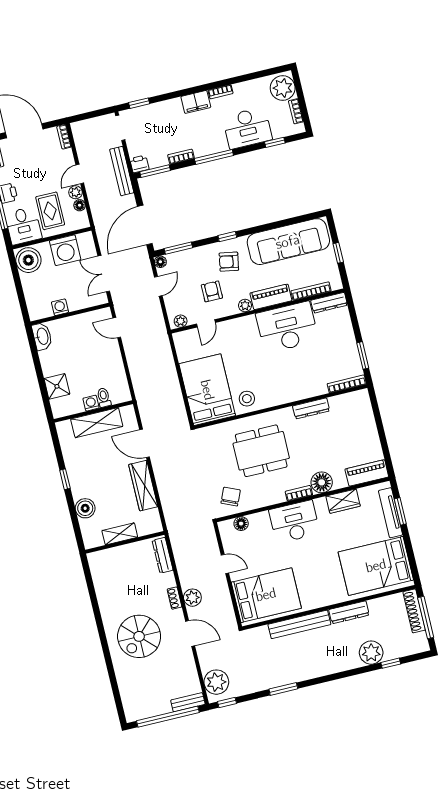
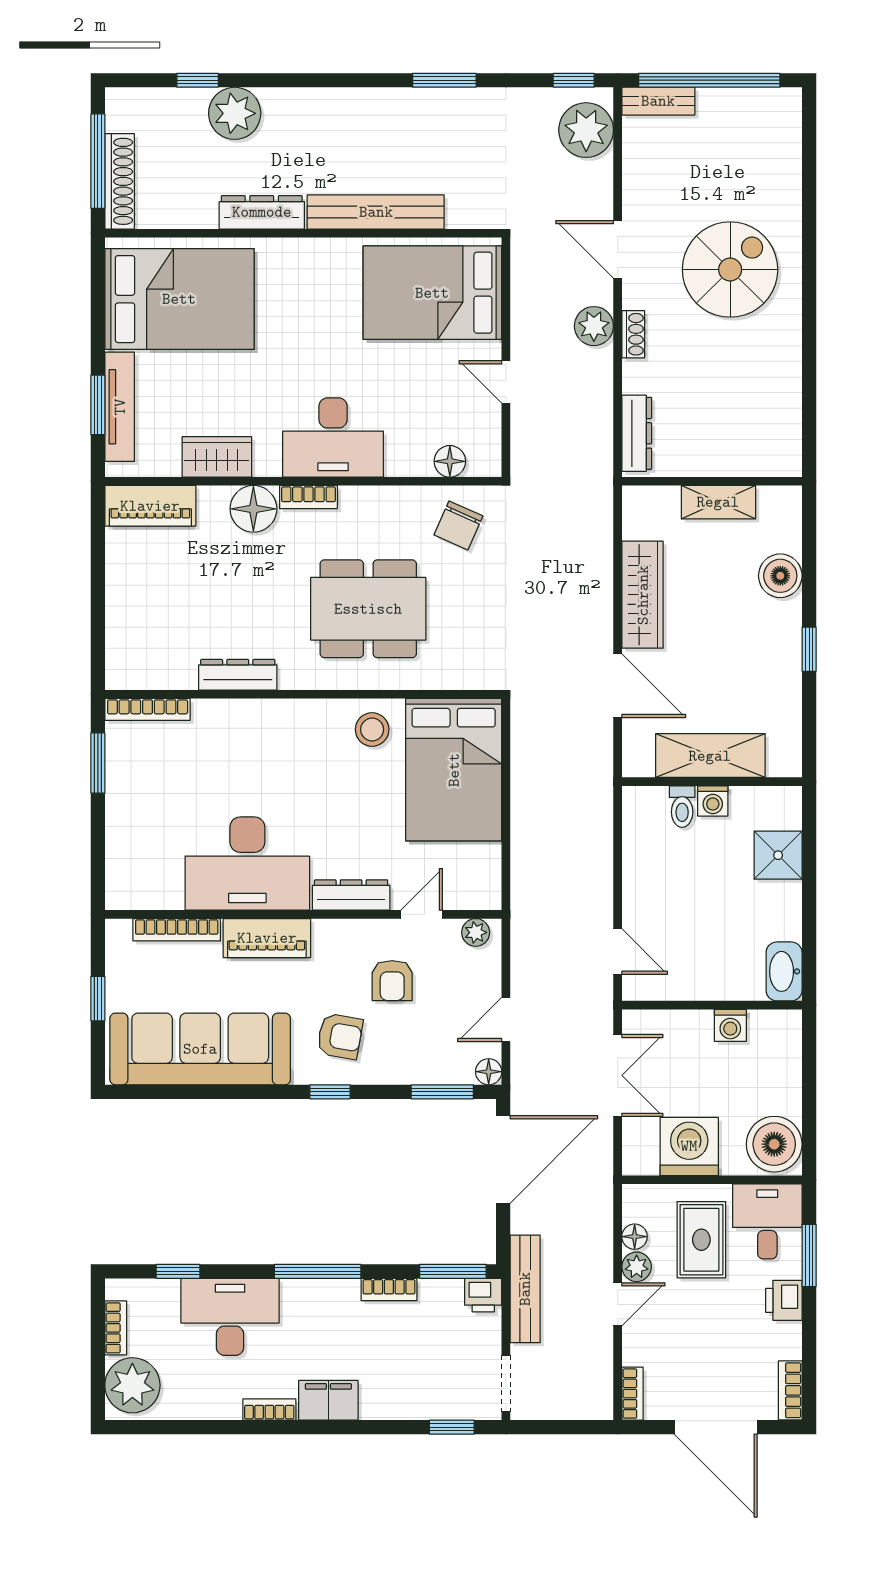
dresser: (329, 303) -> (351, 895), moved
plant: (245, 305) -> (327, 933), removed

